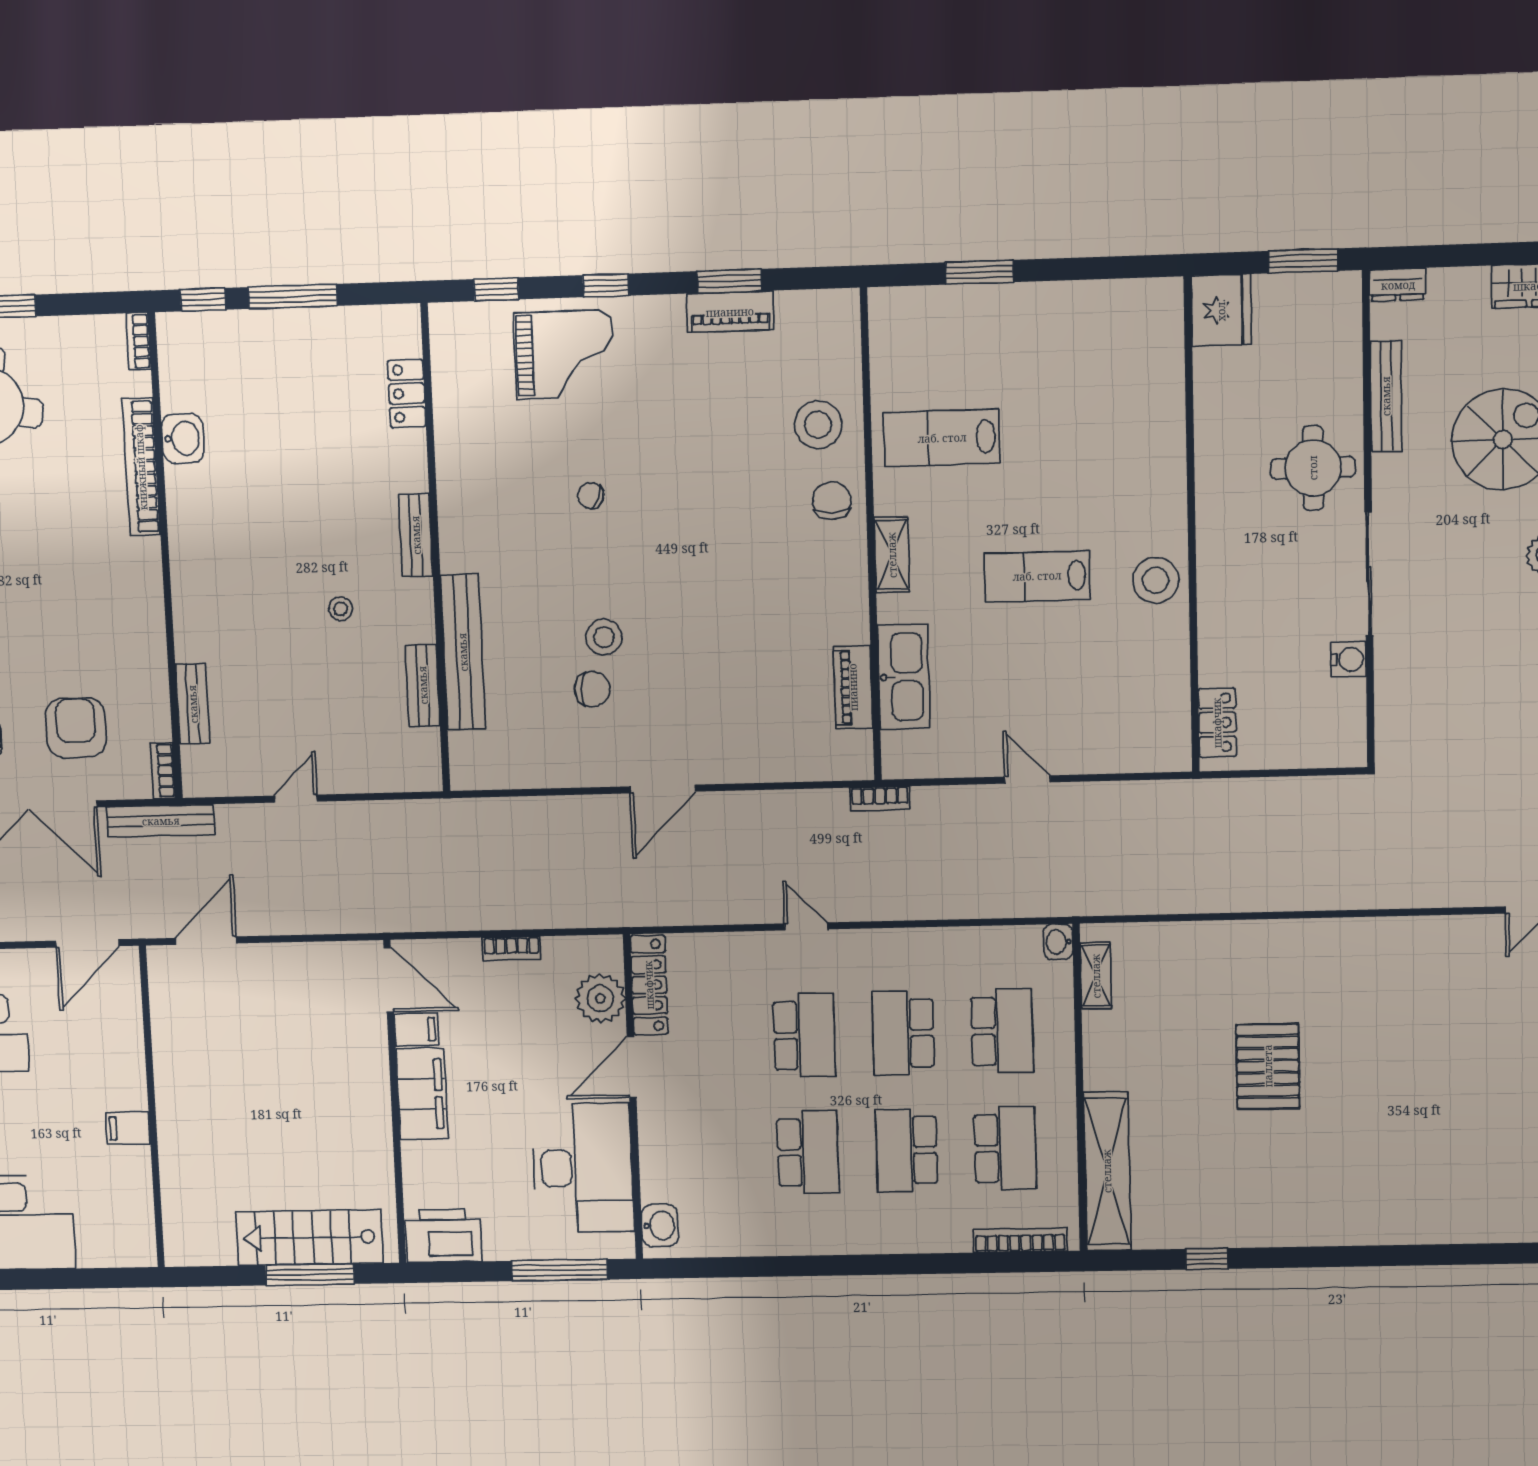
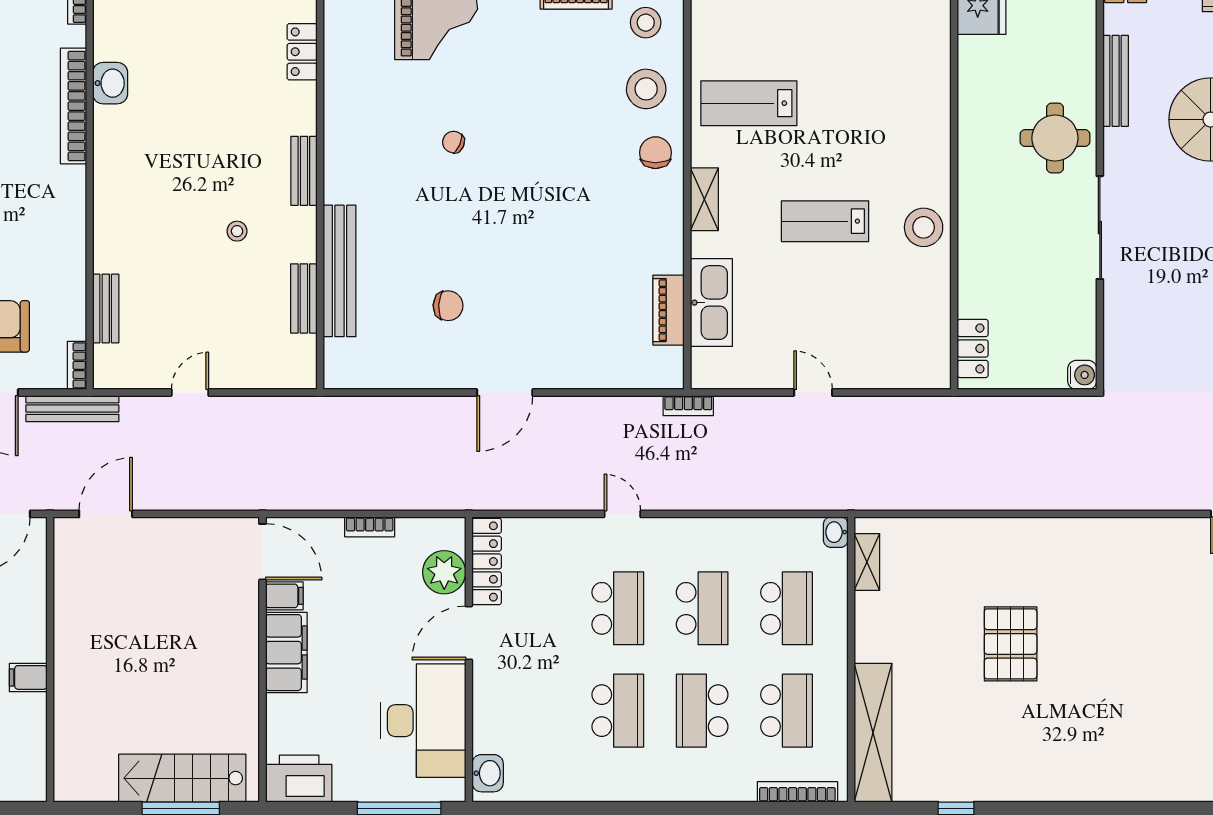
stool: (604, 637) -> (646, 23), moved
water cooler: (1348, 659) -> (1082, 375), moved
school desk: (903, 1033) -> (702, 608), turned 180

